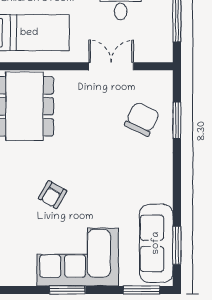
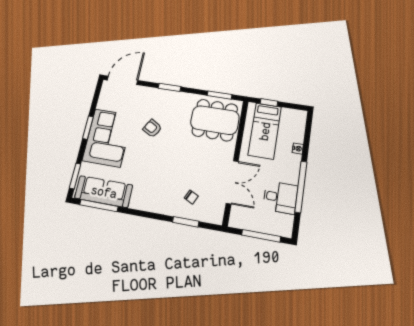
double door: (111, 66) -> (232, 182), width x1.37
chair: (142, 119) -> (191, 197), width x0.54, depth x0.54
window: (177, 245) -> (99, 206), width x1.44

